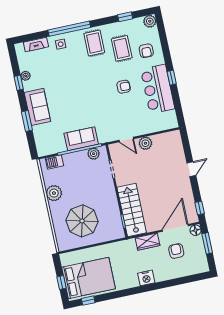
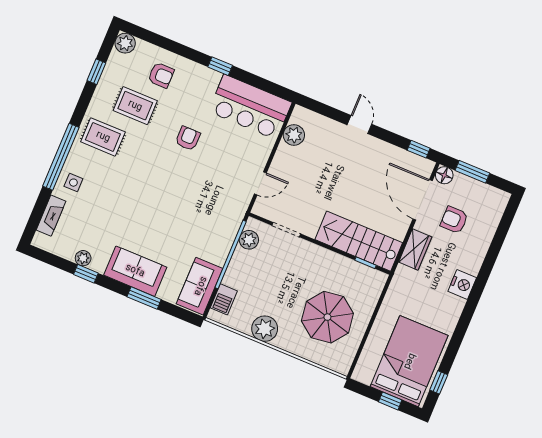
bar counter: (158, 89) -> (250, 107), moved
sofa: (81, 139) -> (200, 286), moved
plant: (145, 143) -> (294, 135), moved

